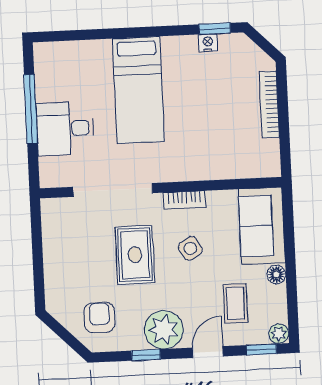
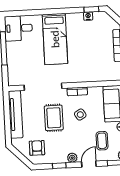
desk: (65, 128) -> (18, 28), moved
tv unit: (55, 247) -> (16, 114), added
plant: (164, 330) -> (72, 158), width x0.53, depth x0.53

